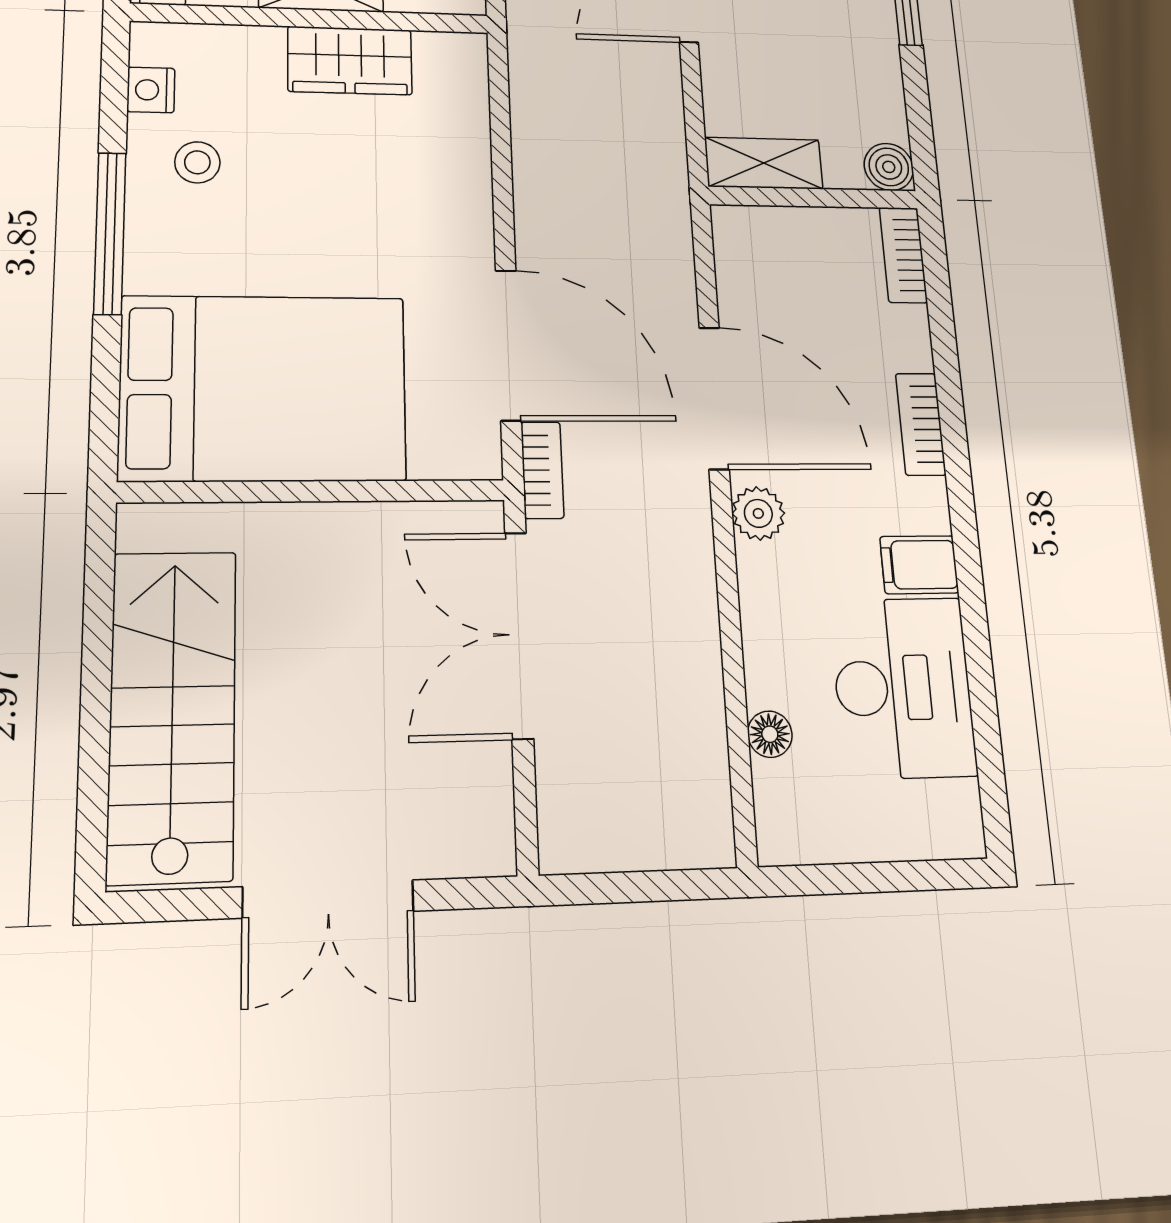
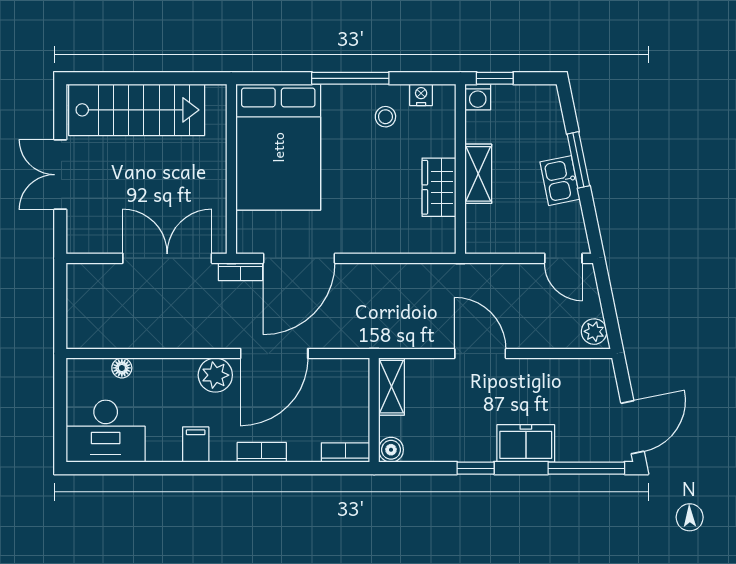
plant: (758, 513) -> (215, 375), width x1.38, depth x1.38
desk: (903, 687) -> (106, 431), moved

